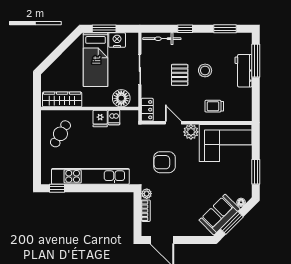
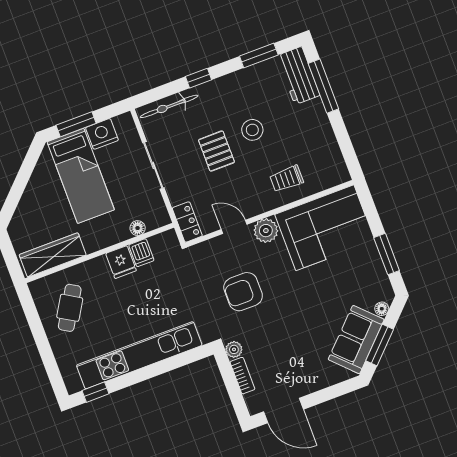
workbench: (243, 71) -> (298, 76), moved
floor lamp: (121, 98) -> (138, 228), width x0.53, depth x0.53

